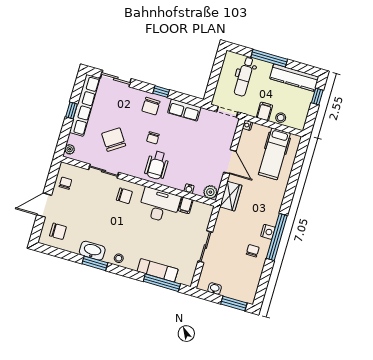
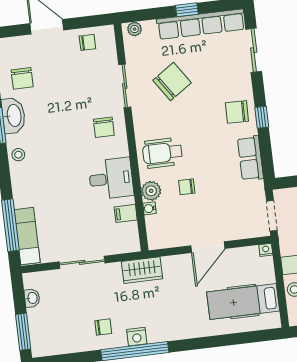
chair: (153, 138) -> (187, 187), moved
plant: (210, 192) -> (151, 191), moved
wardrobe: (231, 196) -> (142, 270), moved
desk: (159, 205) -> (111, 179), width x0.73
chair: (58, 231) -> (22, 78), moved
exam couch: (158, 270) -> (27, 236), moved

